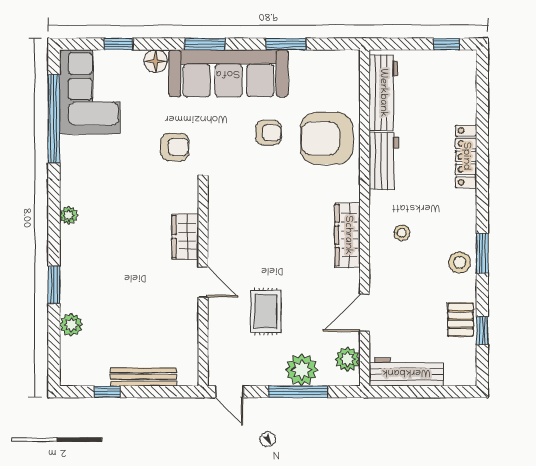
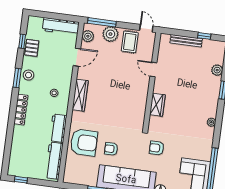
locker: (466, 156) -> (21, 110), moved
door: (203, 282) -> (153, 69), moved
rug: (266, 311) -> (130, 42), moved
window: (298, 392) -> (102, 22), moved

